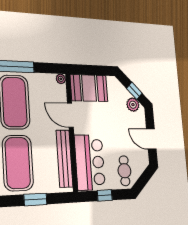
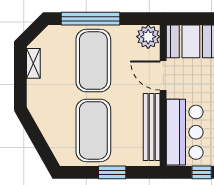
plant: (61, 79) -> (148, 37), width x1.87, depth x1.87

